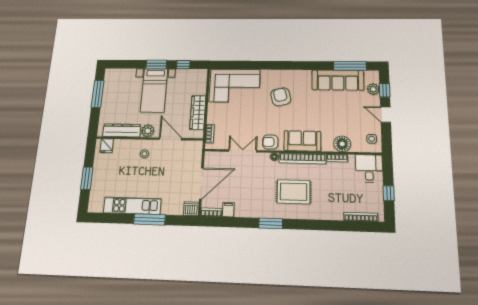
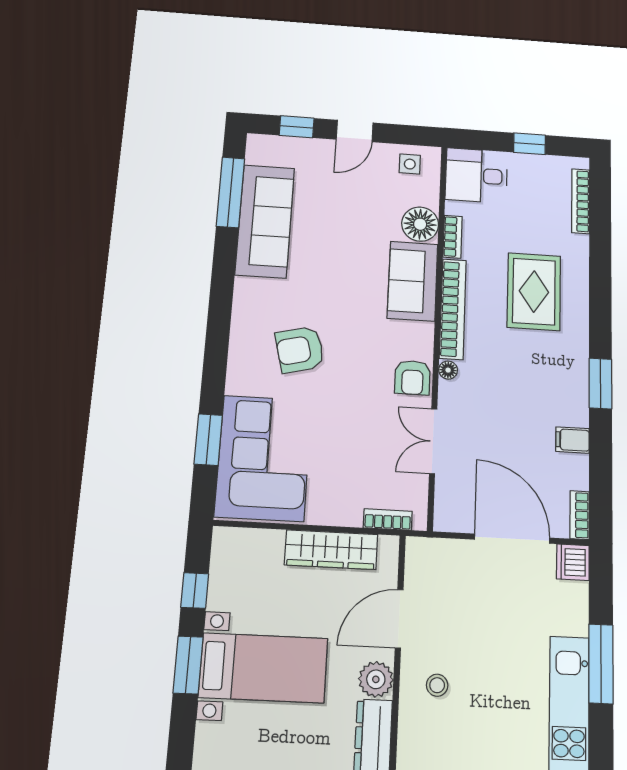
window: (242, 65) -> (208, 440), added
plant: (373, 89) -> (293, 149), removed
sofa: (302, 141) -> (413, 281), moved
rug: (294, 192) -> (534, 292), moved
filing cabinet: (228, 210) -> (573, 440), moved

